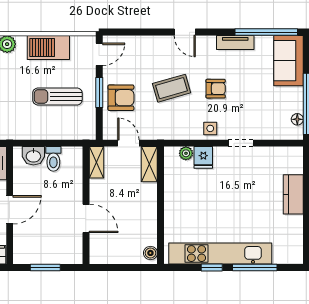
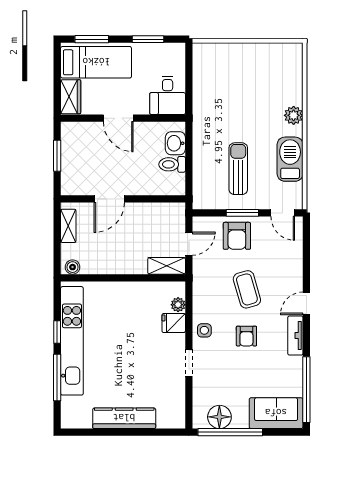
tv unit: (235, 42) -> (295, 336), moved
floor lamp: (297, 119) -> (219, 417), width x1.89, depth x1.89
shelving: (96, 162) -> (68, 226), moved, turned 90
kitchen counter: (293, 194) -> (124, 418), width x1.50

